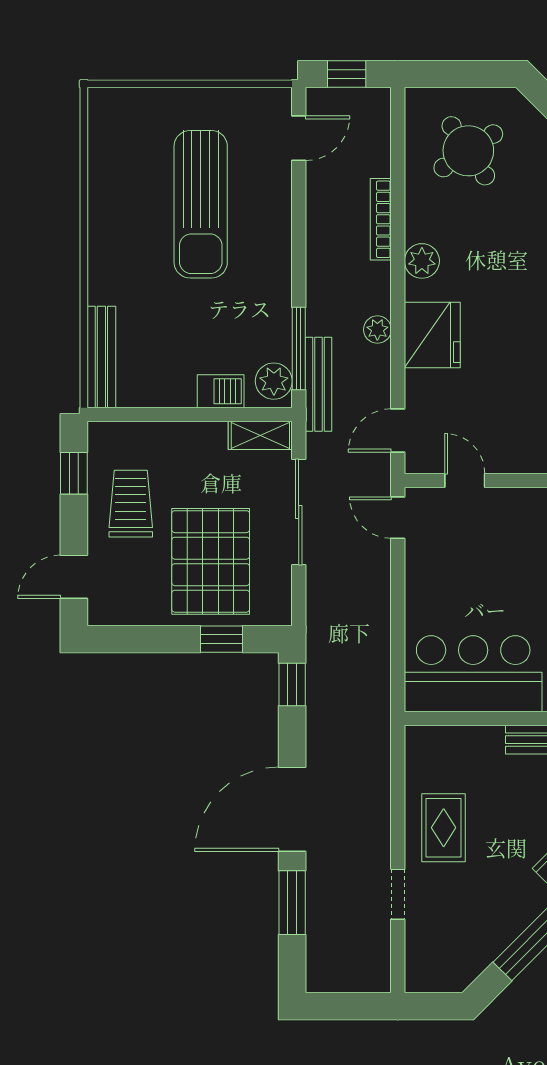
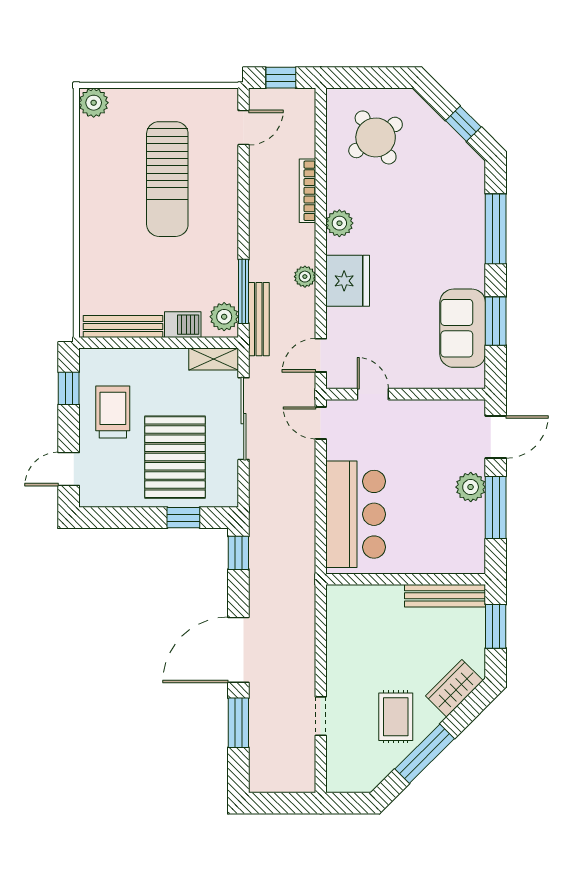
plant: (106, 106) -> (94, 103), added
bench: (101, 357) -> (123, 326), moved, turned 90
bar counter: (473, 674) -> (356, 514), moved, turned 90
rug: (444, 828) -> (396, 717), moved

